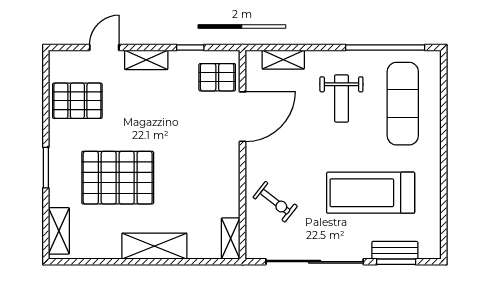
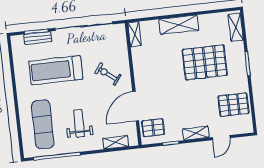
treadmill: (371, 193) -> (56, 70), turned 180
exercise bike: (275, 202) -> (108, 74), moved

